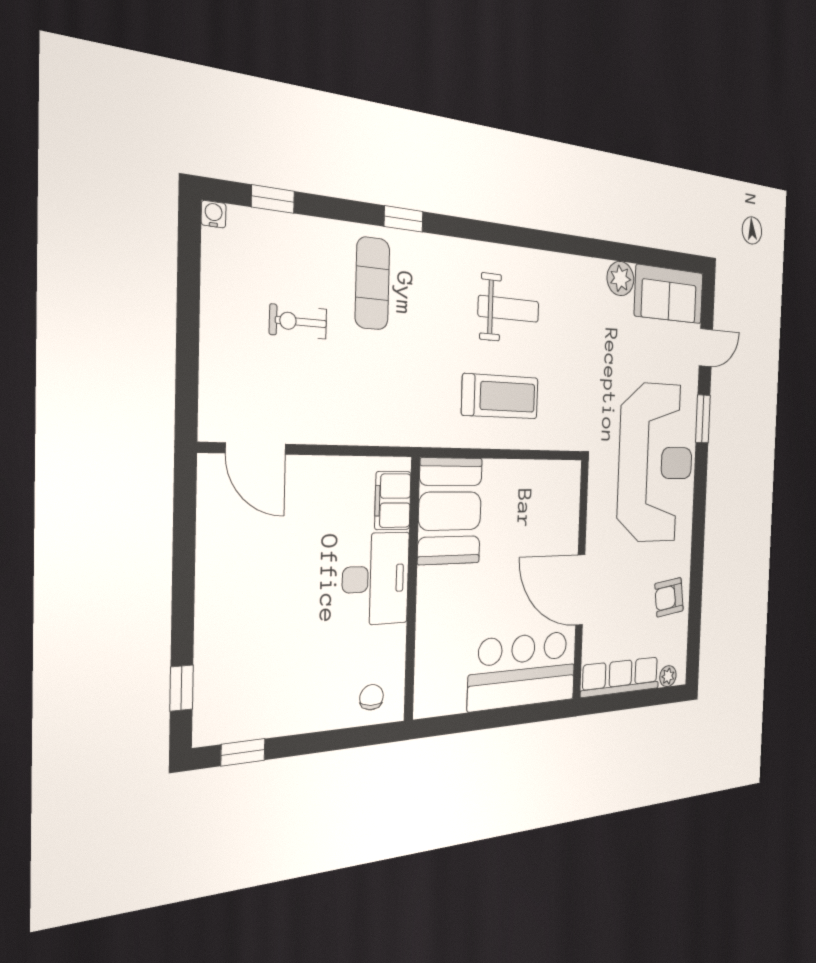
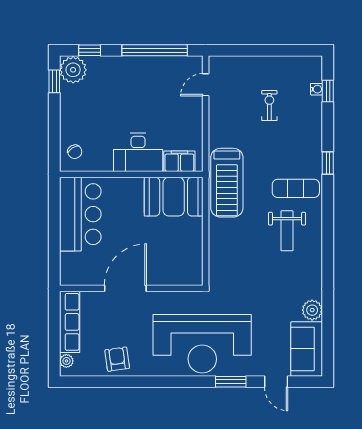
water cooler: (214, 214) -> (316, 89), moved
exercise mat: (372, 283) -> (296, 188), moved
treadmill: (500, 396) -> (227, 183), moved, width x1.37, depth x1.38
door: (256, 449) -> (206, 85), width x0.73
window: (184, 554) -> (155, 50), added
bar counter: (523, 670) -> (80, 214), moved
chair: (371, 697) -> (75, 152), turned 53
plant: (221, 718) -> (73, 70), added

